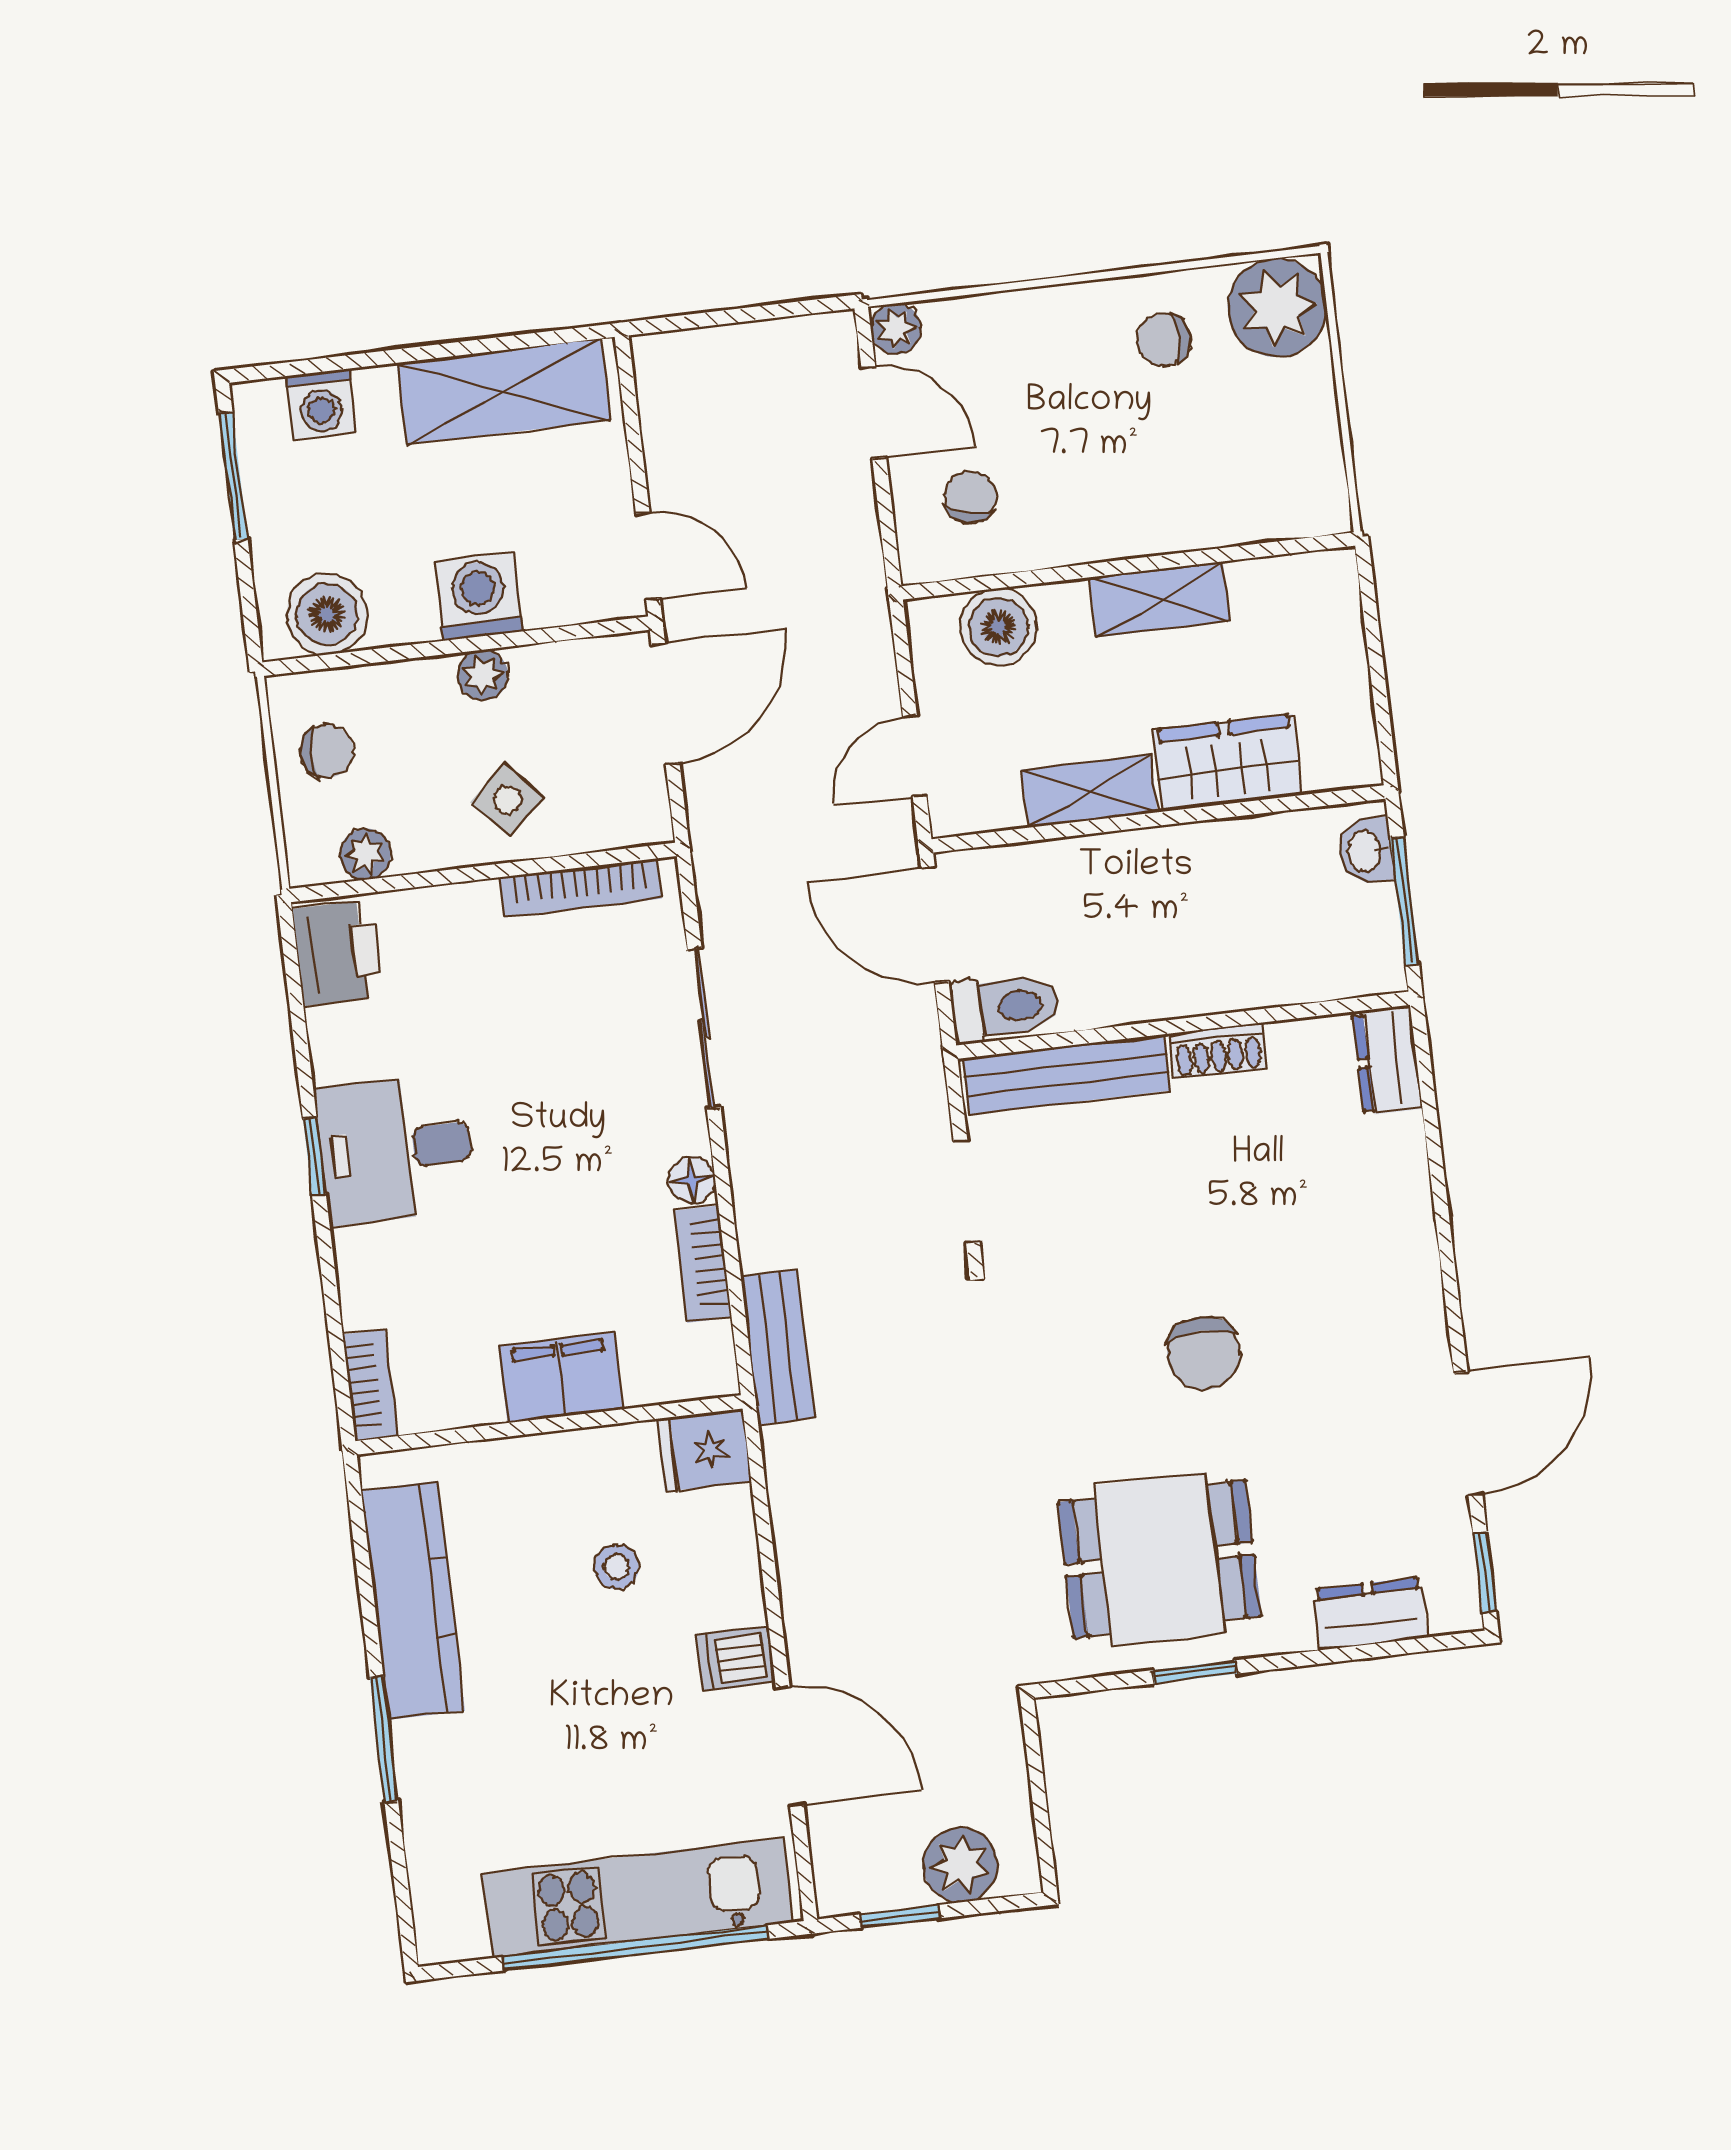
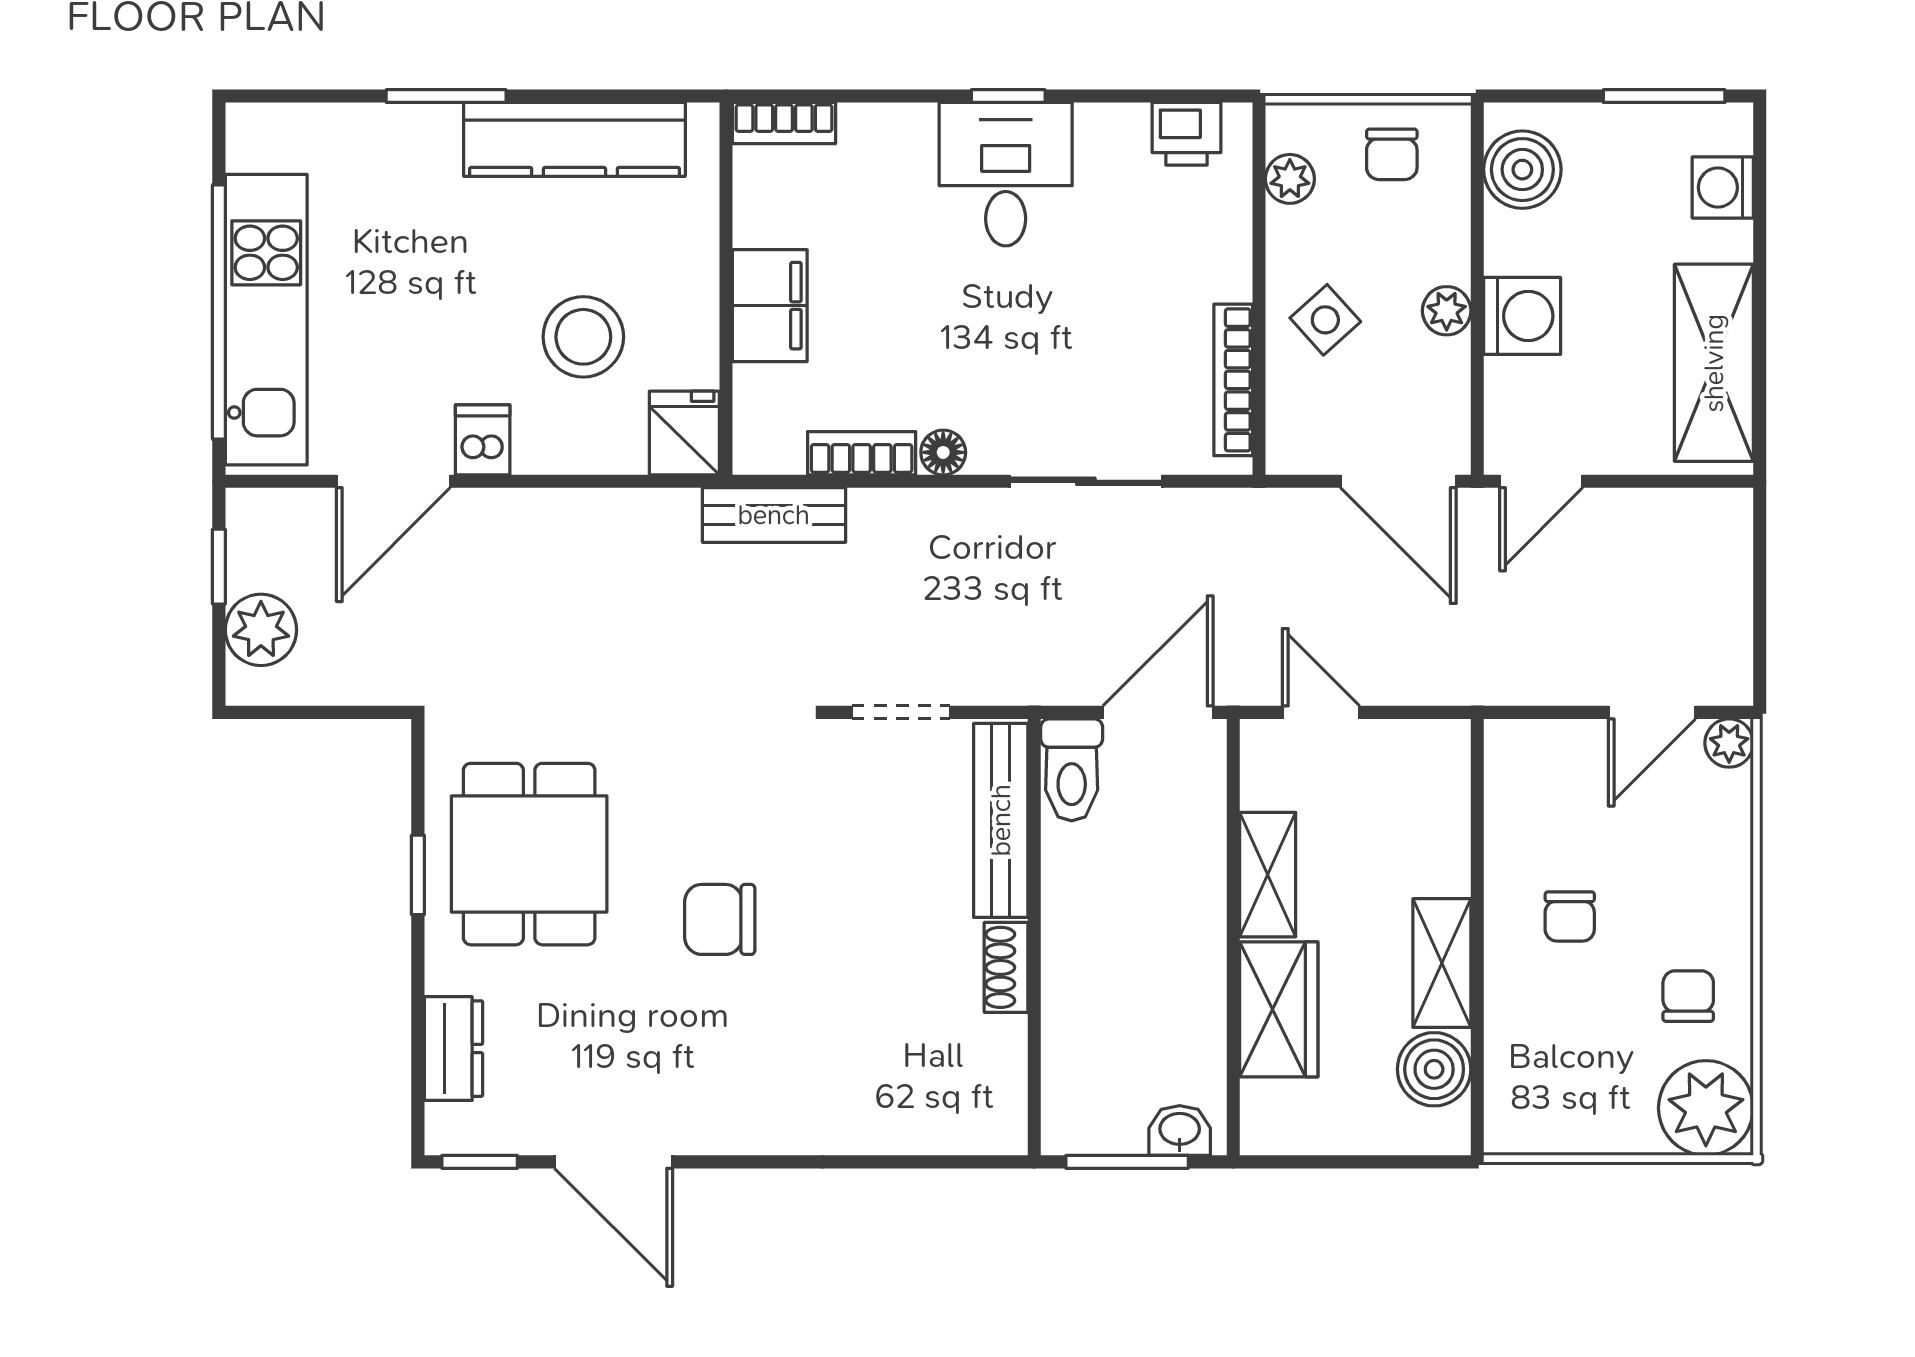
chair: (970, 497) -> (1570, 916), moved, turned 77
boiler: (998, 627) -> (1434, 1069), moved
printer: (338, 953) -> (1187, 134), width x0.73, depth x0.81
dresser: (1387, 1060) -> (978, 1127), removed
stool: (616, 1567) -> (583, 337), width x1.89, depth x1.89

